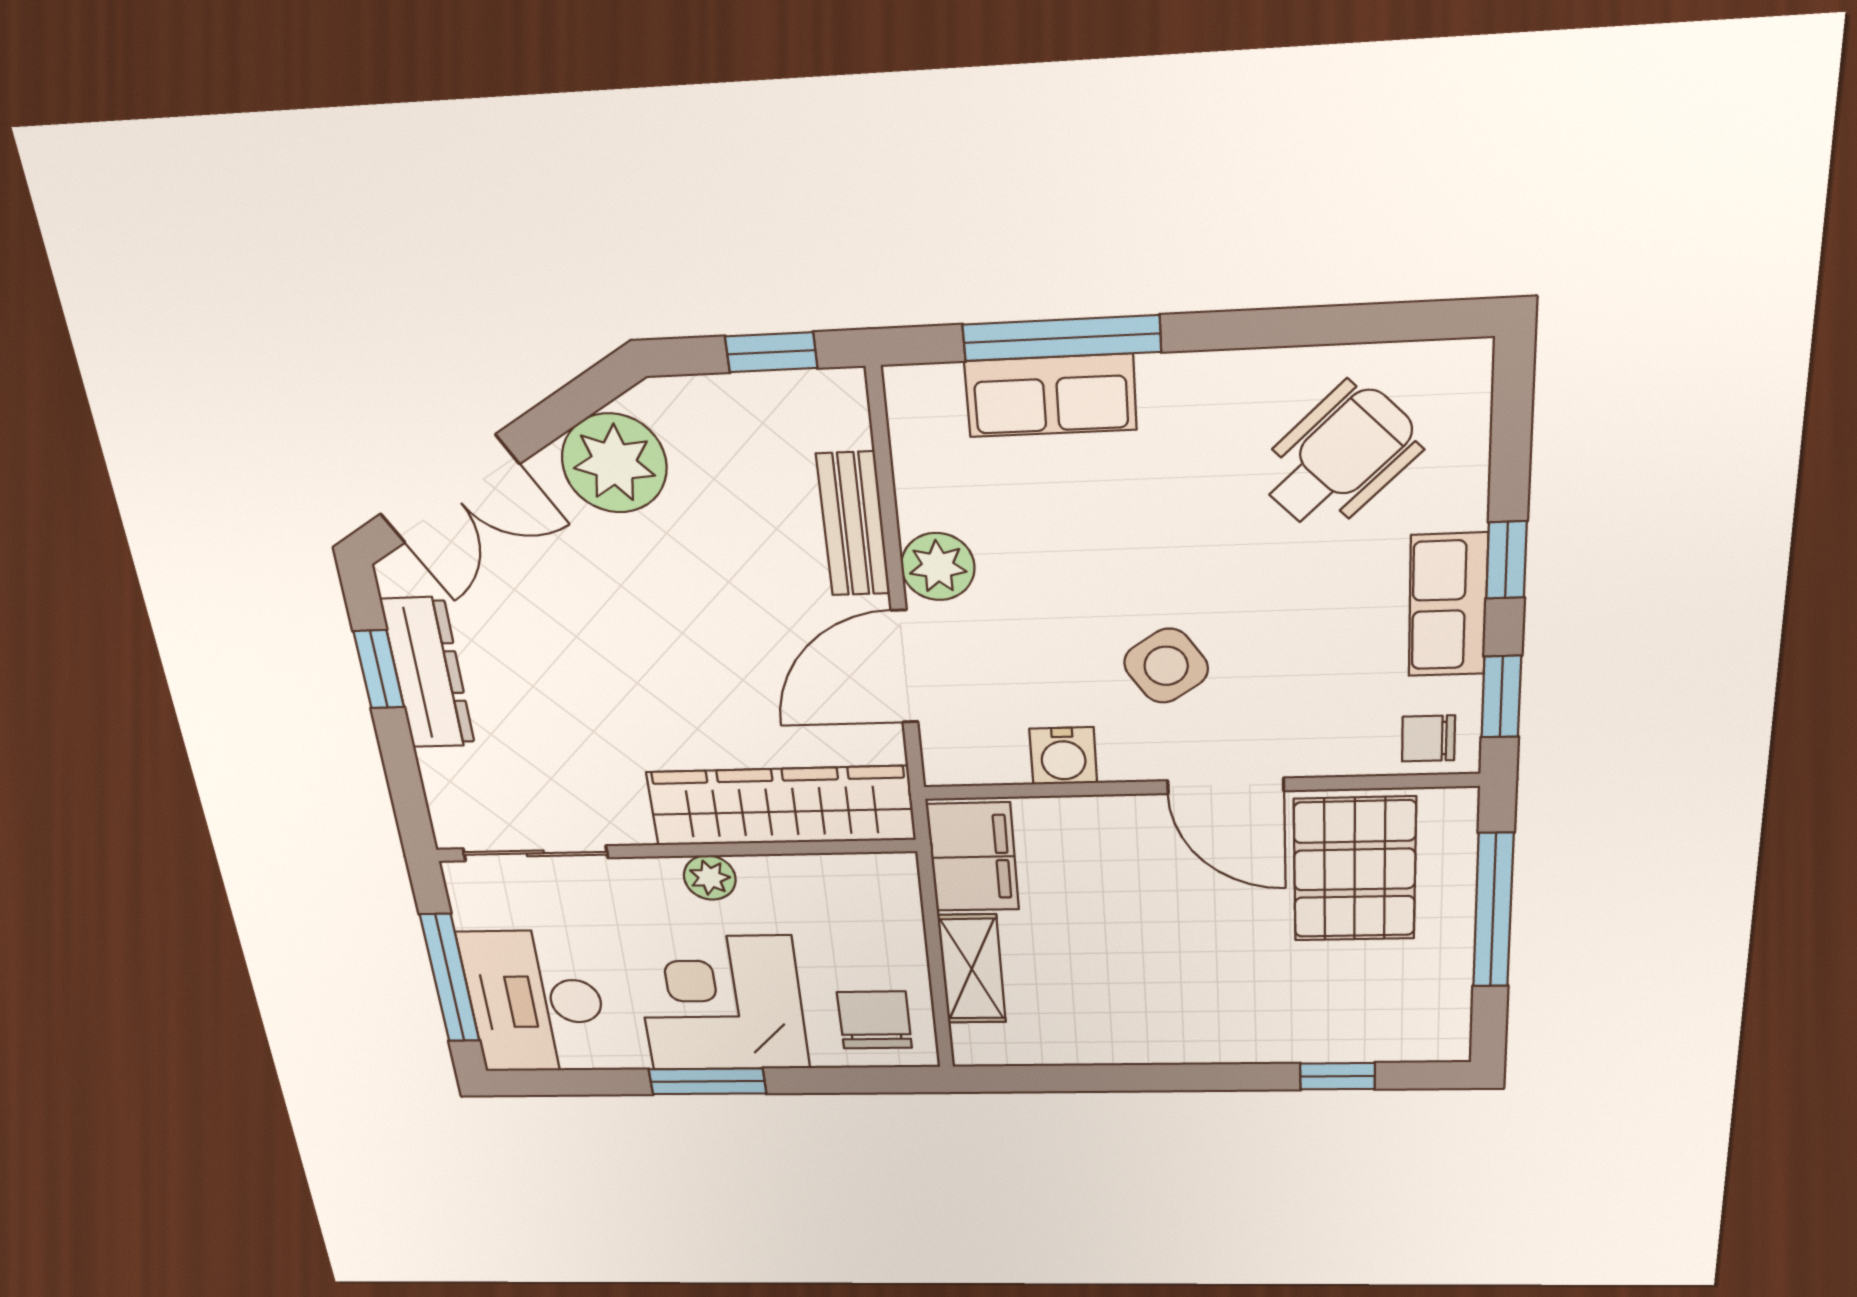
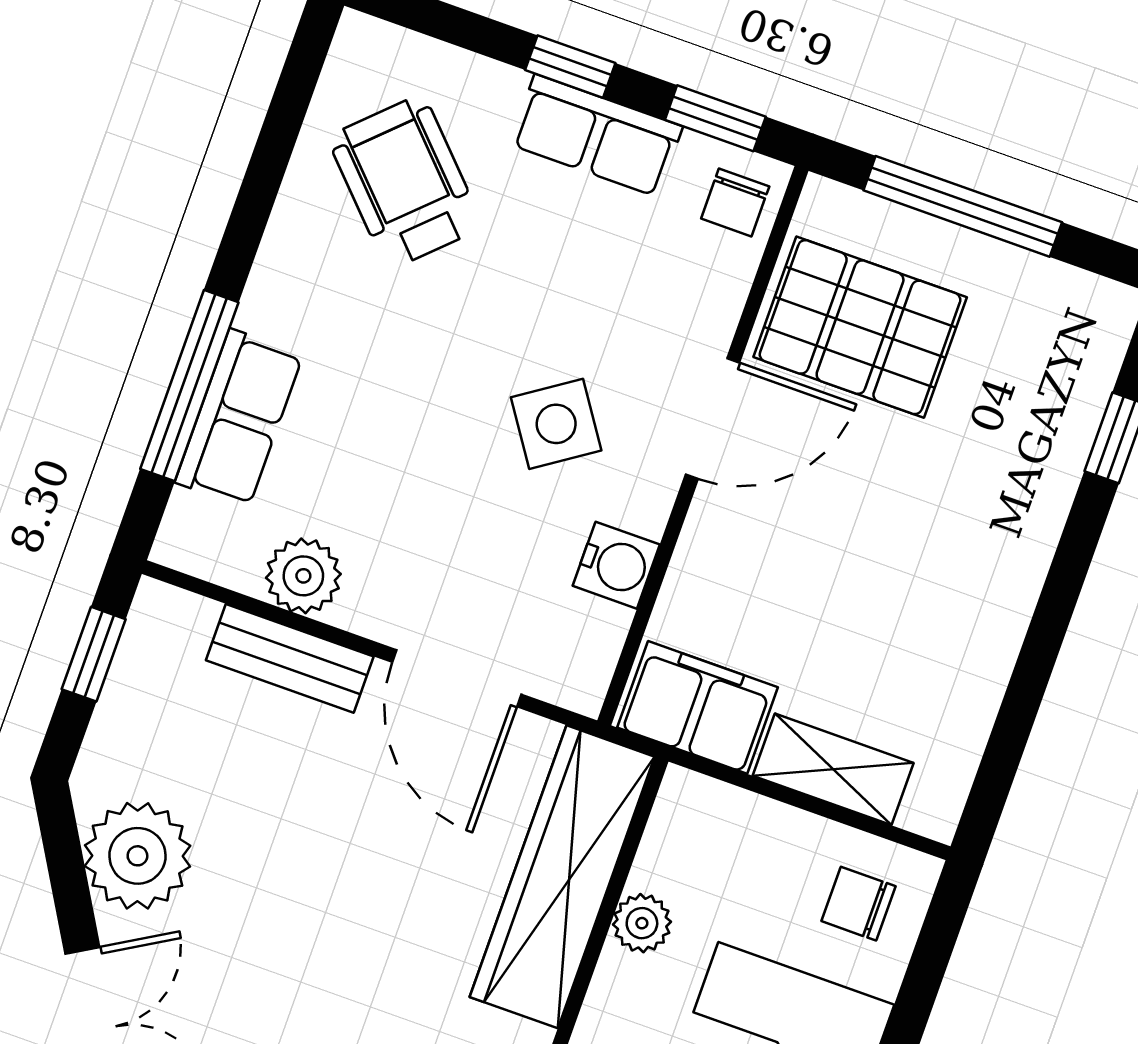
plant: (938, 567) -> (303, 576), moved
plant: (710, 878) -> (642, 923), moved
chair: (875, 1020) -> (859, 904), width x0.73, depth x0.73

